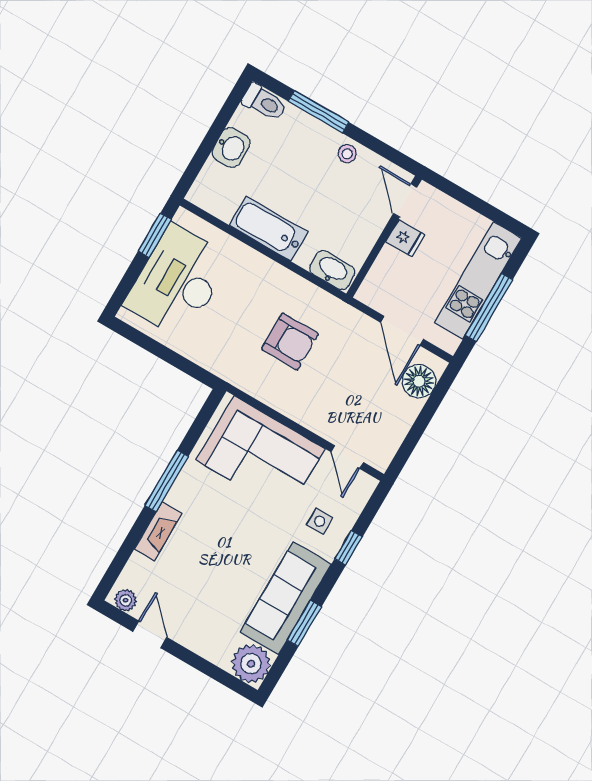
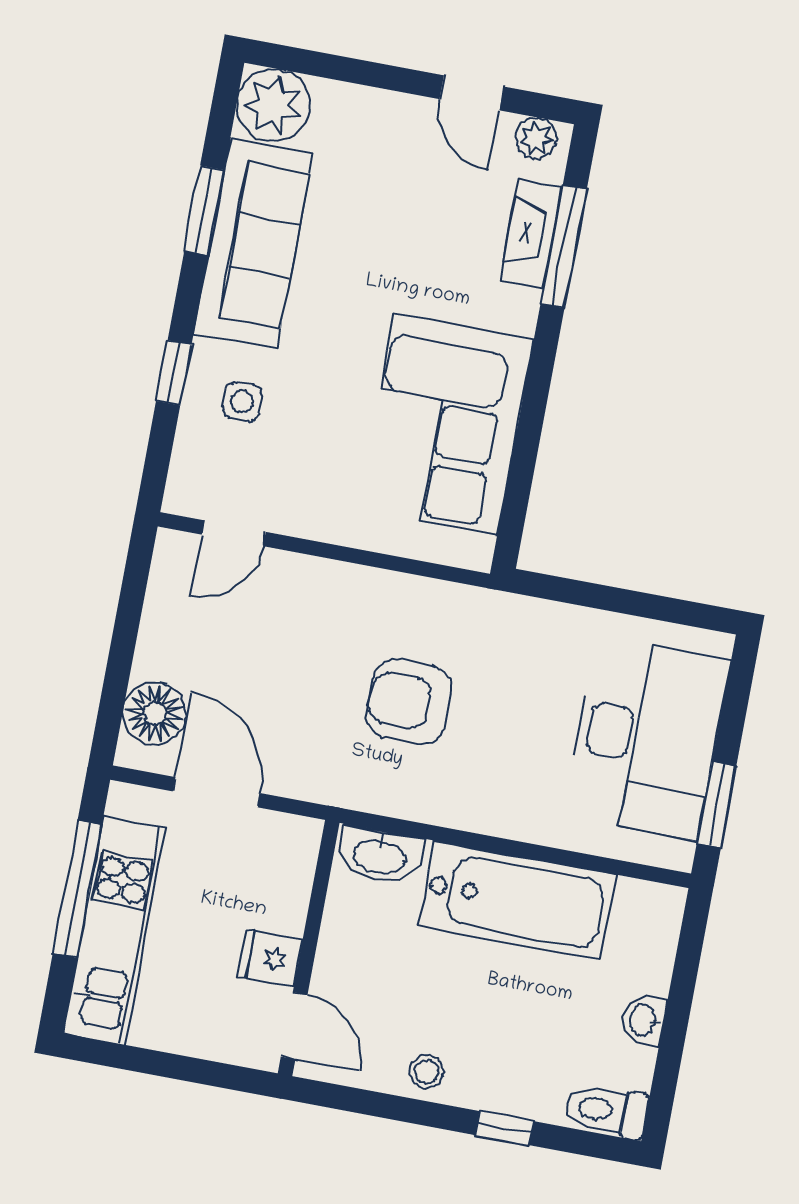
window: (318, 112) -> (504, 1128), width x0.46
washbasin: (231, 147) -> (644, 1020), width x0.72, depth x0.69
bathtub: (268, 229) -> (517, 900), width x1.36, depth x1.36
corner sofa: (260, 454) -> (446, 424), moved, turned -90
door: (347, 457) -> (234, 533), swing flipped
window: (167, 481) -> (564, 247), moved
fireplace: (158, 531) -> (531, 233), moved

